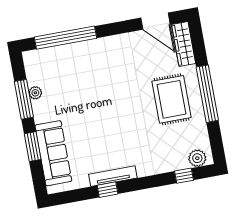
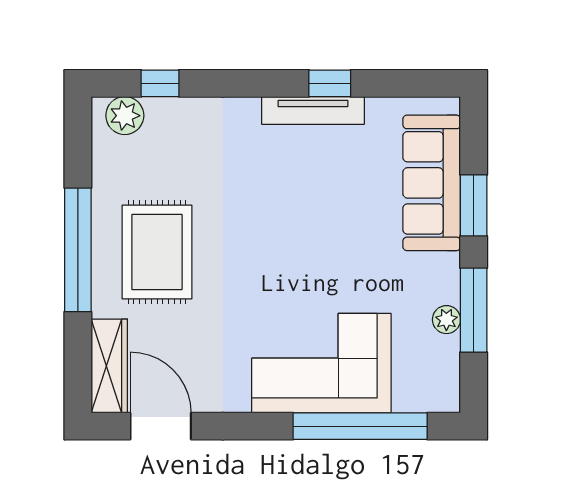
corner sofa: (88, 63) -> (321, 363), added

